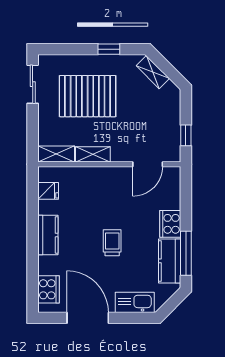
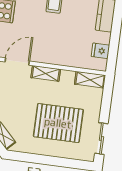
window: (109, 49) -> (36, 159), removed
shelving: (93, 154) -> (46, 73), moved

